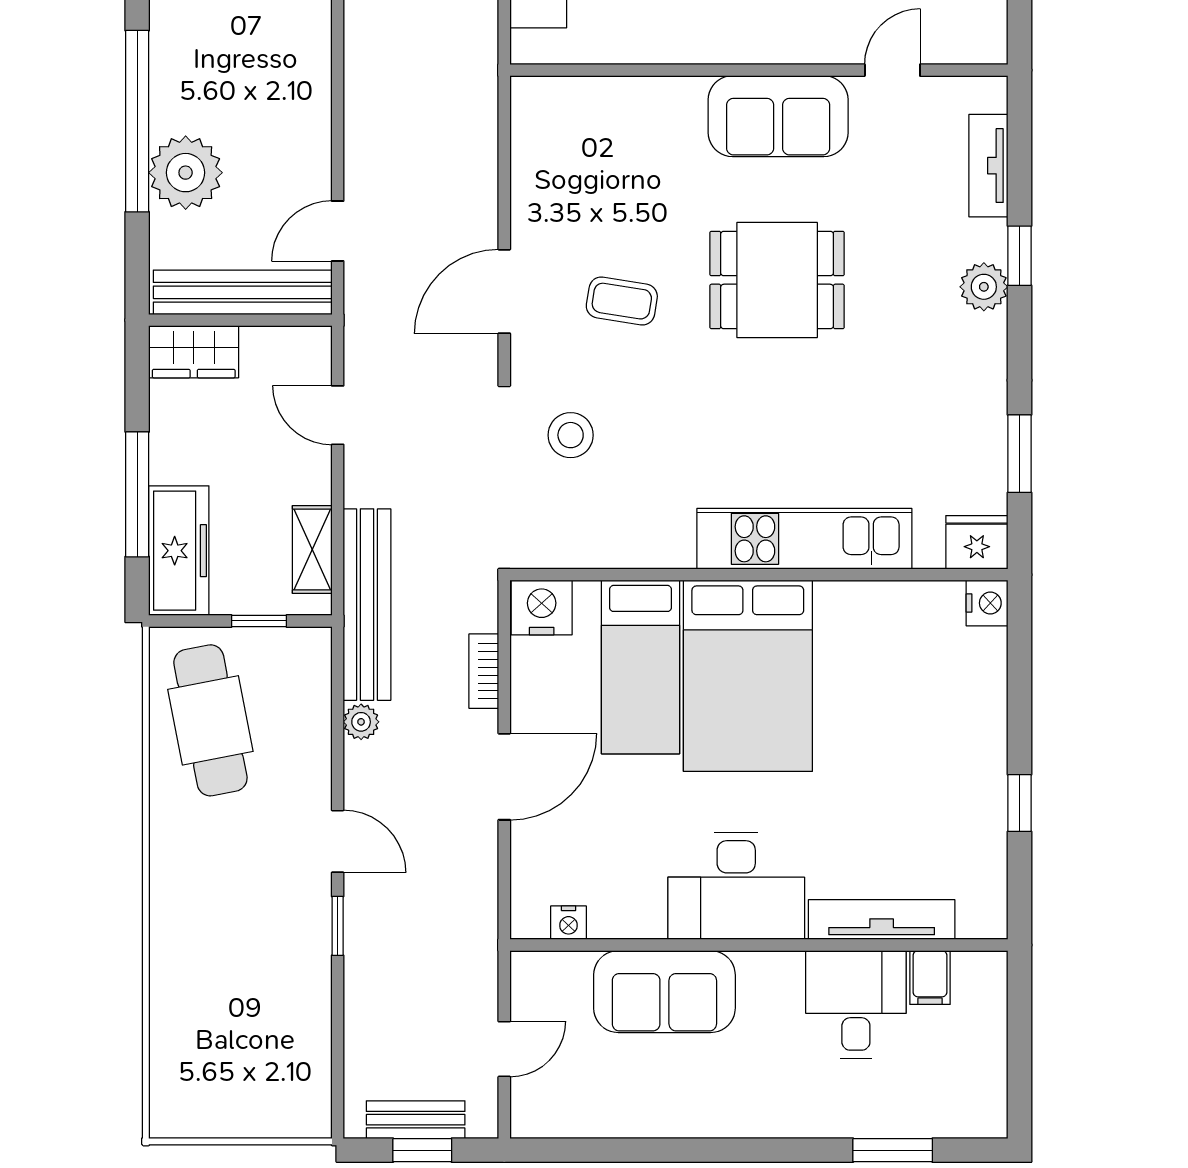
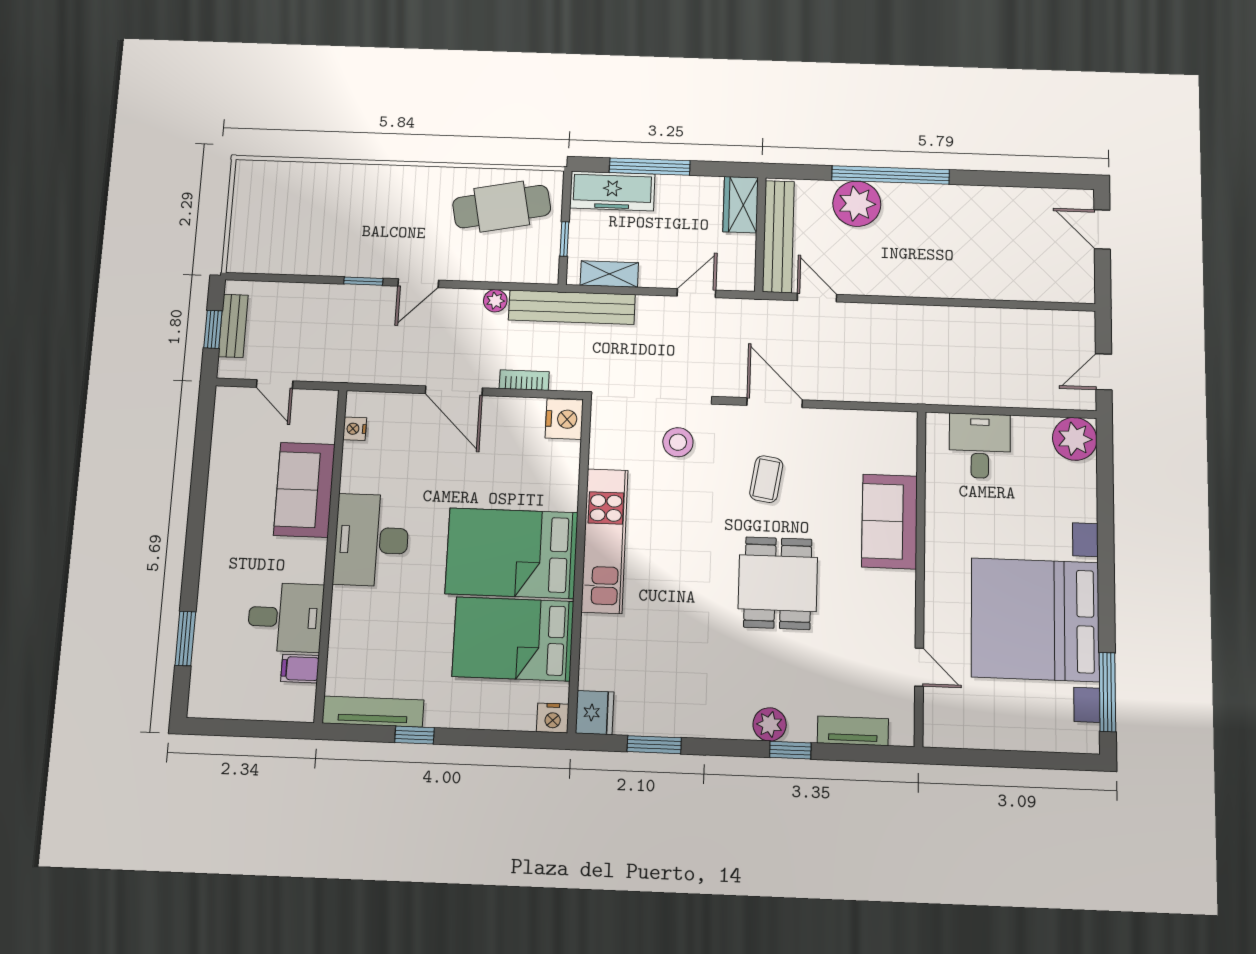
sofa: (778, 116) -> (890, 521), moved
kitchen unit: (804, 539) -> (605, 541), moved
bed: (641, 667) -> (513, 639), moved, width x1.50
tv unit: (882, 920) -> (373, 712), moved, turned -90

